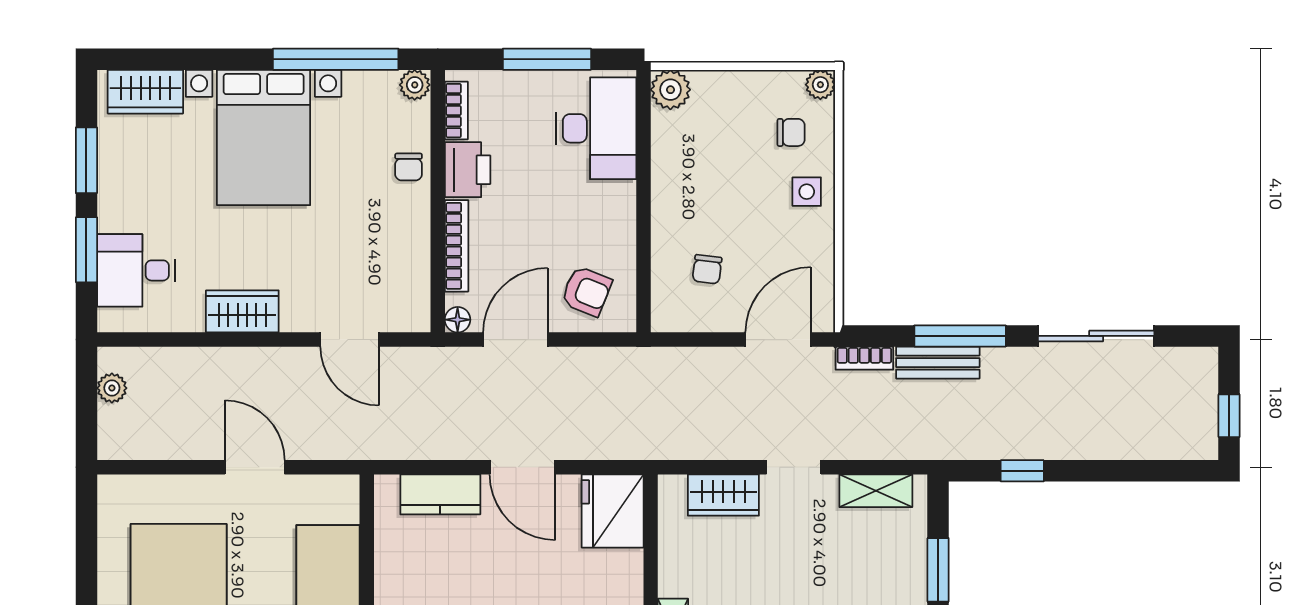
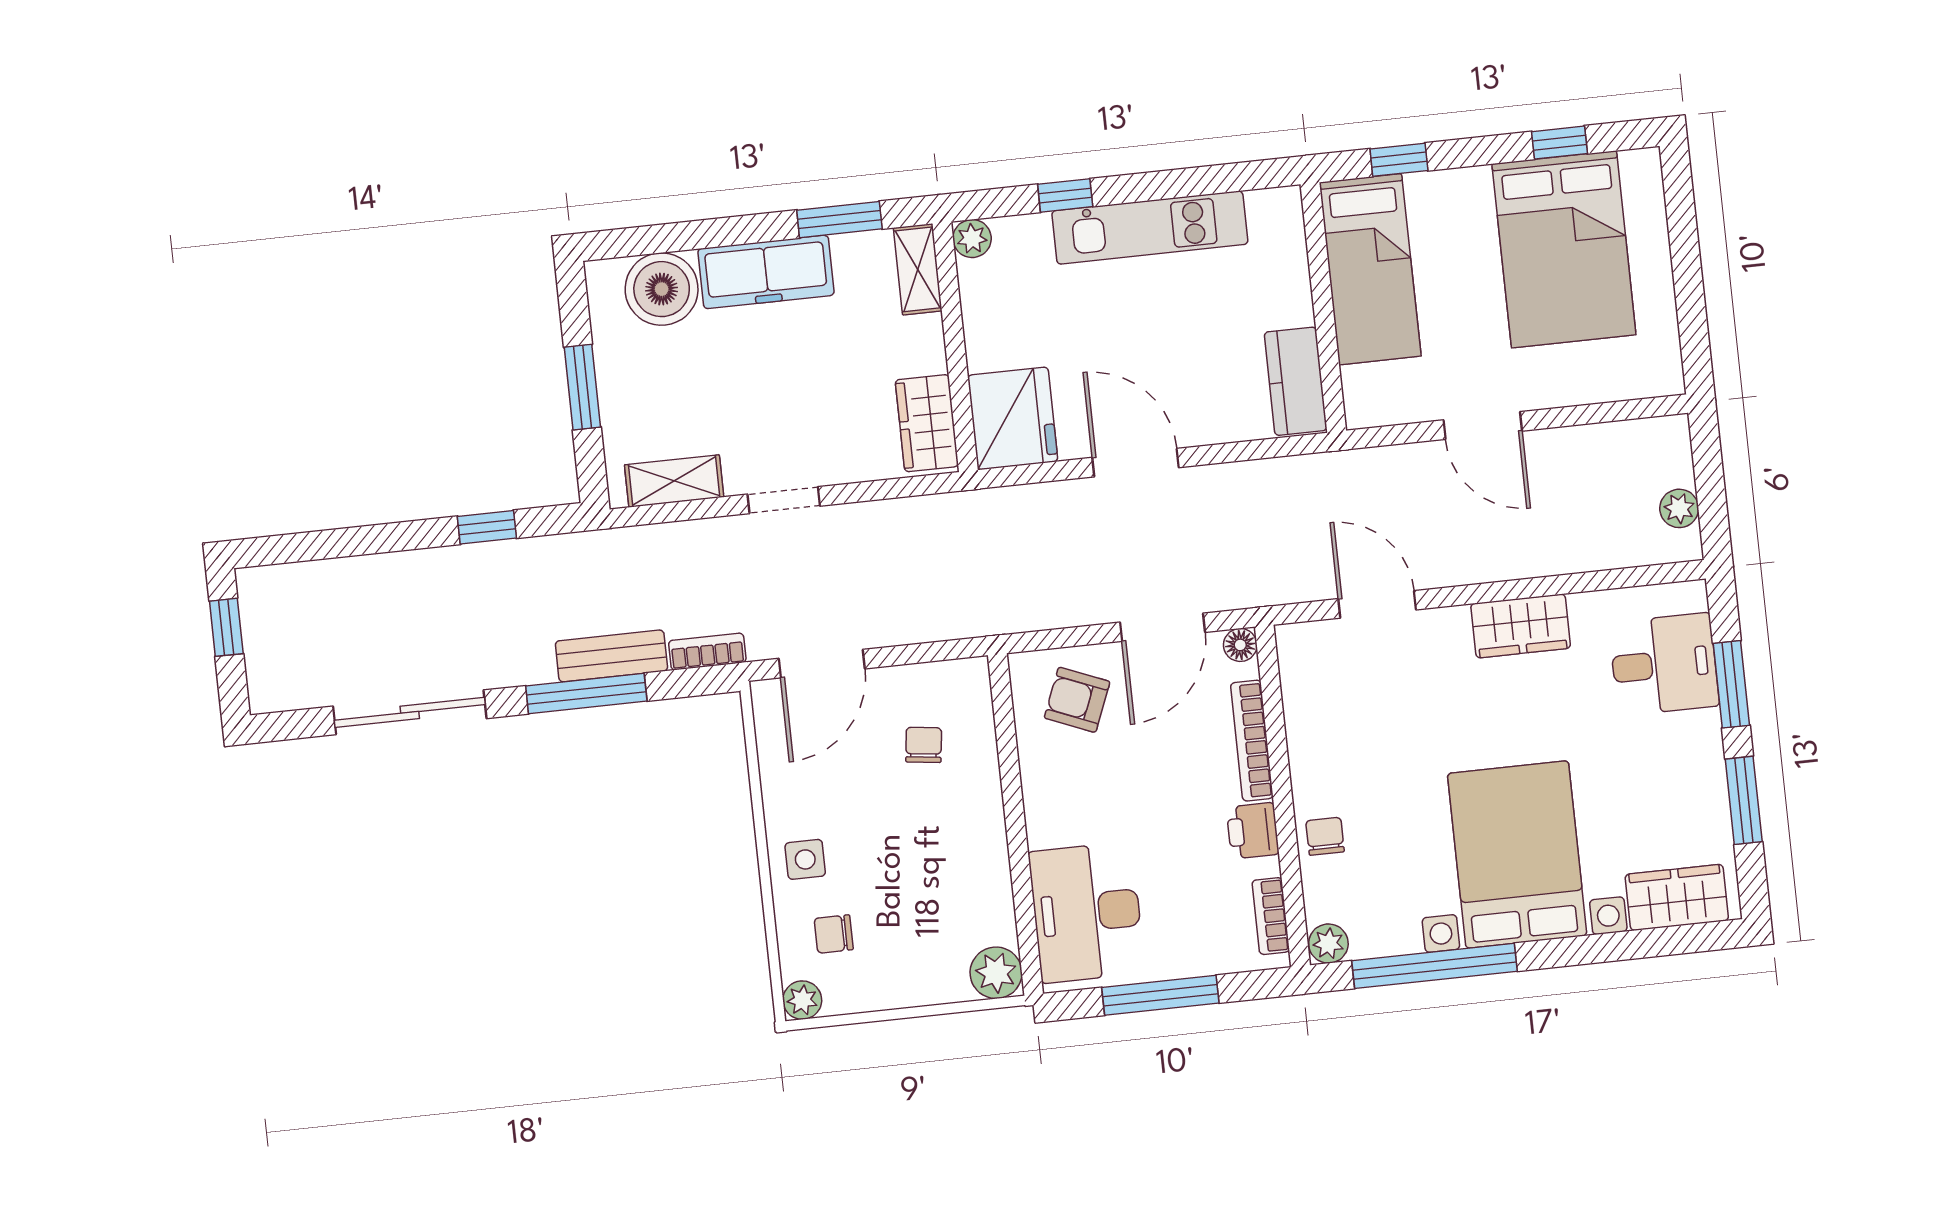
printer: (468, 170) -> (1253, 831), width x0.73, depth x0.81
kitchen counter: (440, 494) -> (1296, 381), moved, turned -90
wardrobe: (723, 495) -> (927, 423), moved, turned -90

